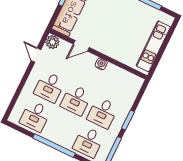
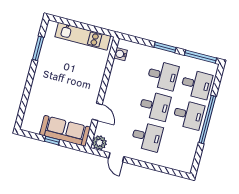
door: (36, 55) -> (116, 157), hinge flipped
water cooler: (101, 64) -> (121, 54), moved
desk: (35, 116) -> (188, 115), moved

